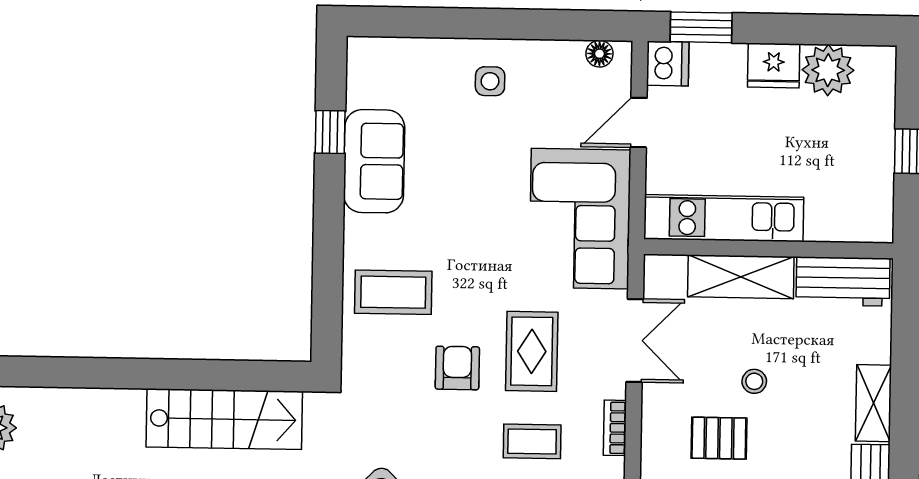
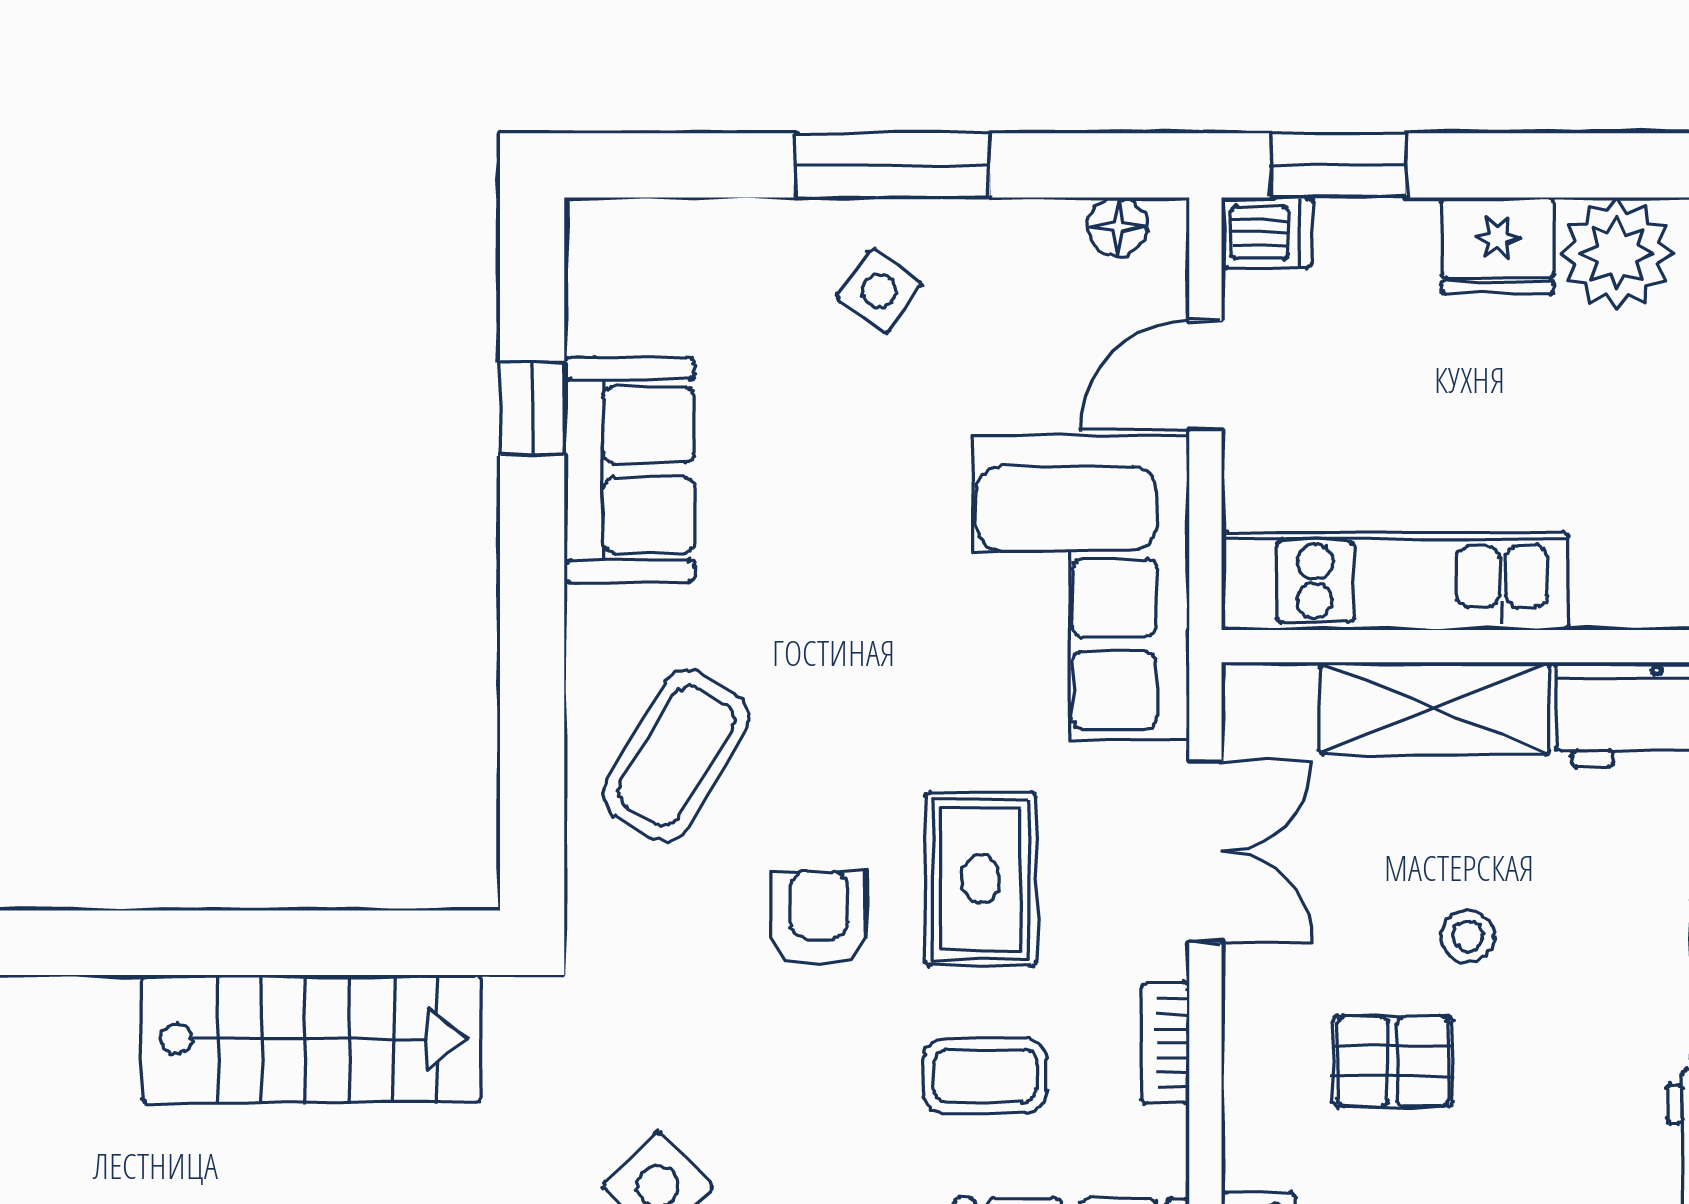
window: (497, 24) -> (893, 165), added
dishwasher: (668, 64) -> (1267, 232), width x0.73
side table: (490, 81) -> (879, 291), turned 35
coffee table: (393, 292) -> (676, 755), turned -59

